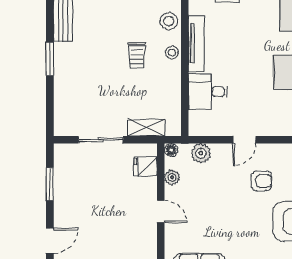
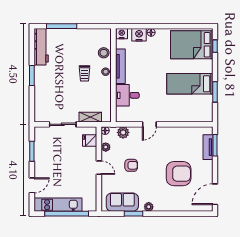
armchair: (261, 181) -> (131, 165), moved

